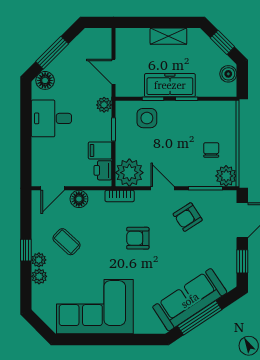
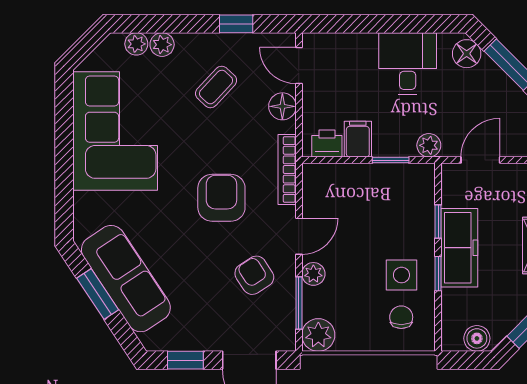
side table: (147, 118) -> (401, 275), moved
chair: (211, 150) -> (401, 317), moved, turned -90
plant: (129, 173) -> (313, 274), moved, width x0.53, depth x0.53
bookcase: (120, 196) -> (287, 170), width x1.56
armchair: (138, 238) -> (221, 198), width x1.38, depth x1.38
window: (26, 250) -> (236, 24), moved
plant: (39, 260) -> (136, 44), moved
window: (200, 318) -> (98, 294), width x0.69

